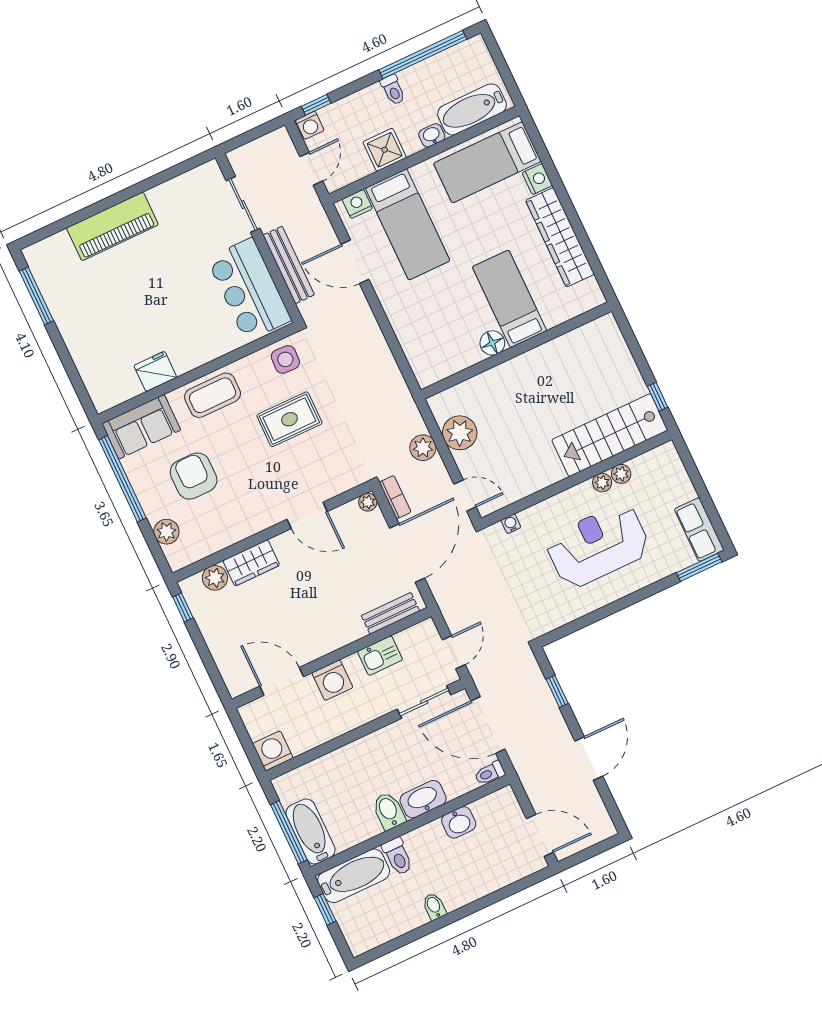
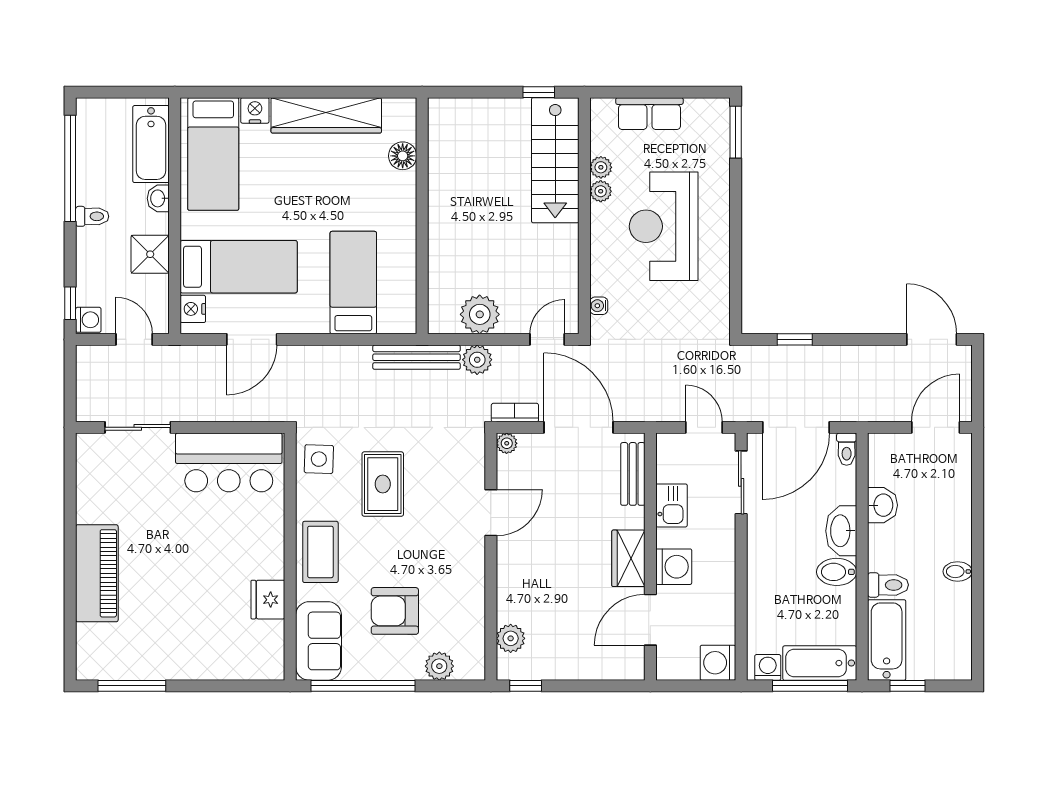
bench: (289, 265) -> (417, 357), moved
bed: (510, 299) -> (353, 283), moved, turned 90
floor lamp: (492, 343) -> (403, 156), moved
row of seats: (699, 530) -> (649, 114), moved
wardrobe: (251, 563) -> (628, 558), moved, turned 180
door: (589, 759) -> (932, 339), moved
washing machine: (288, 792) -> (768, 667), added

